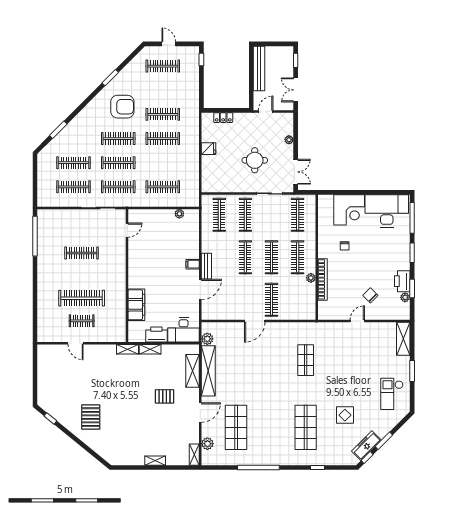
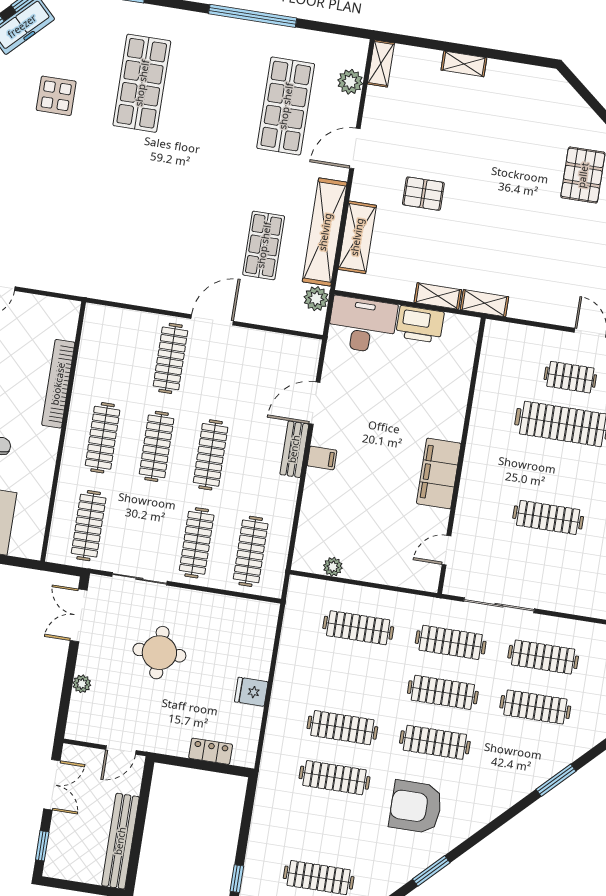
plant: (311, 278) -> (82, 391), removed
filing cabinet: (136, 305) -> (439, 473), moved
shop shelf: (306, 360) -> (264, 245), moved

